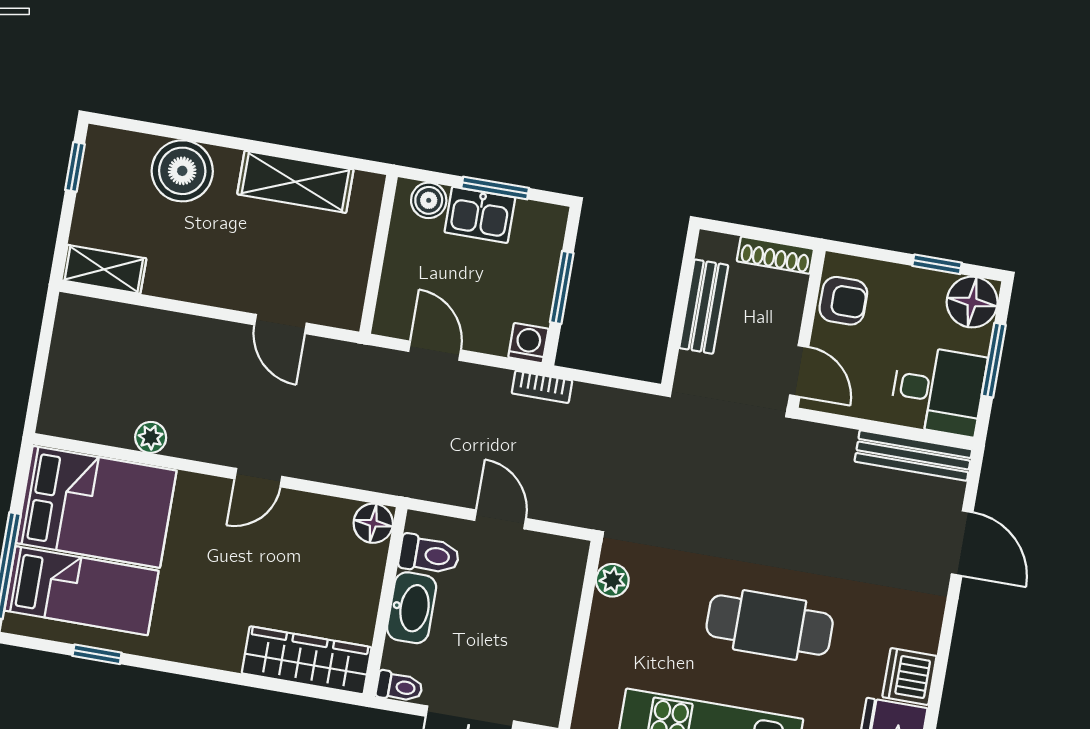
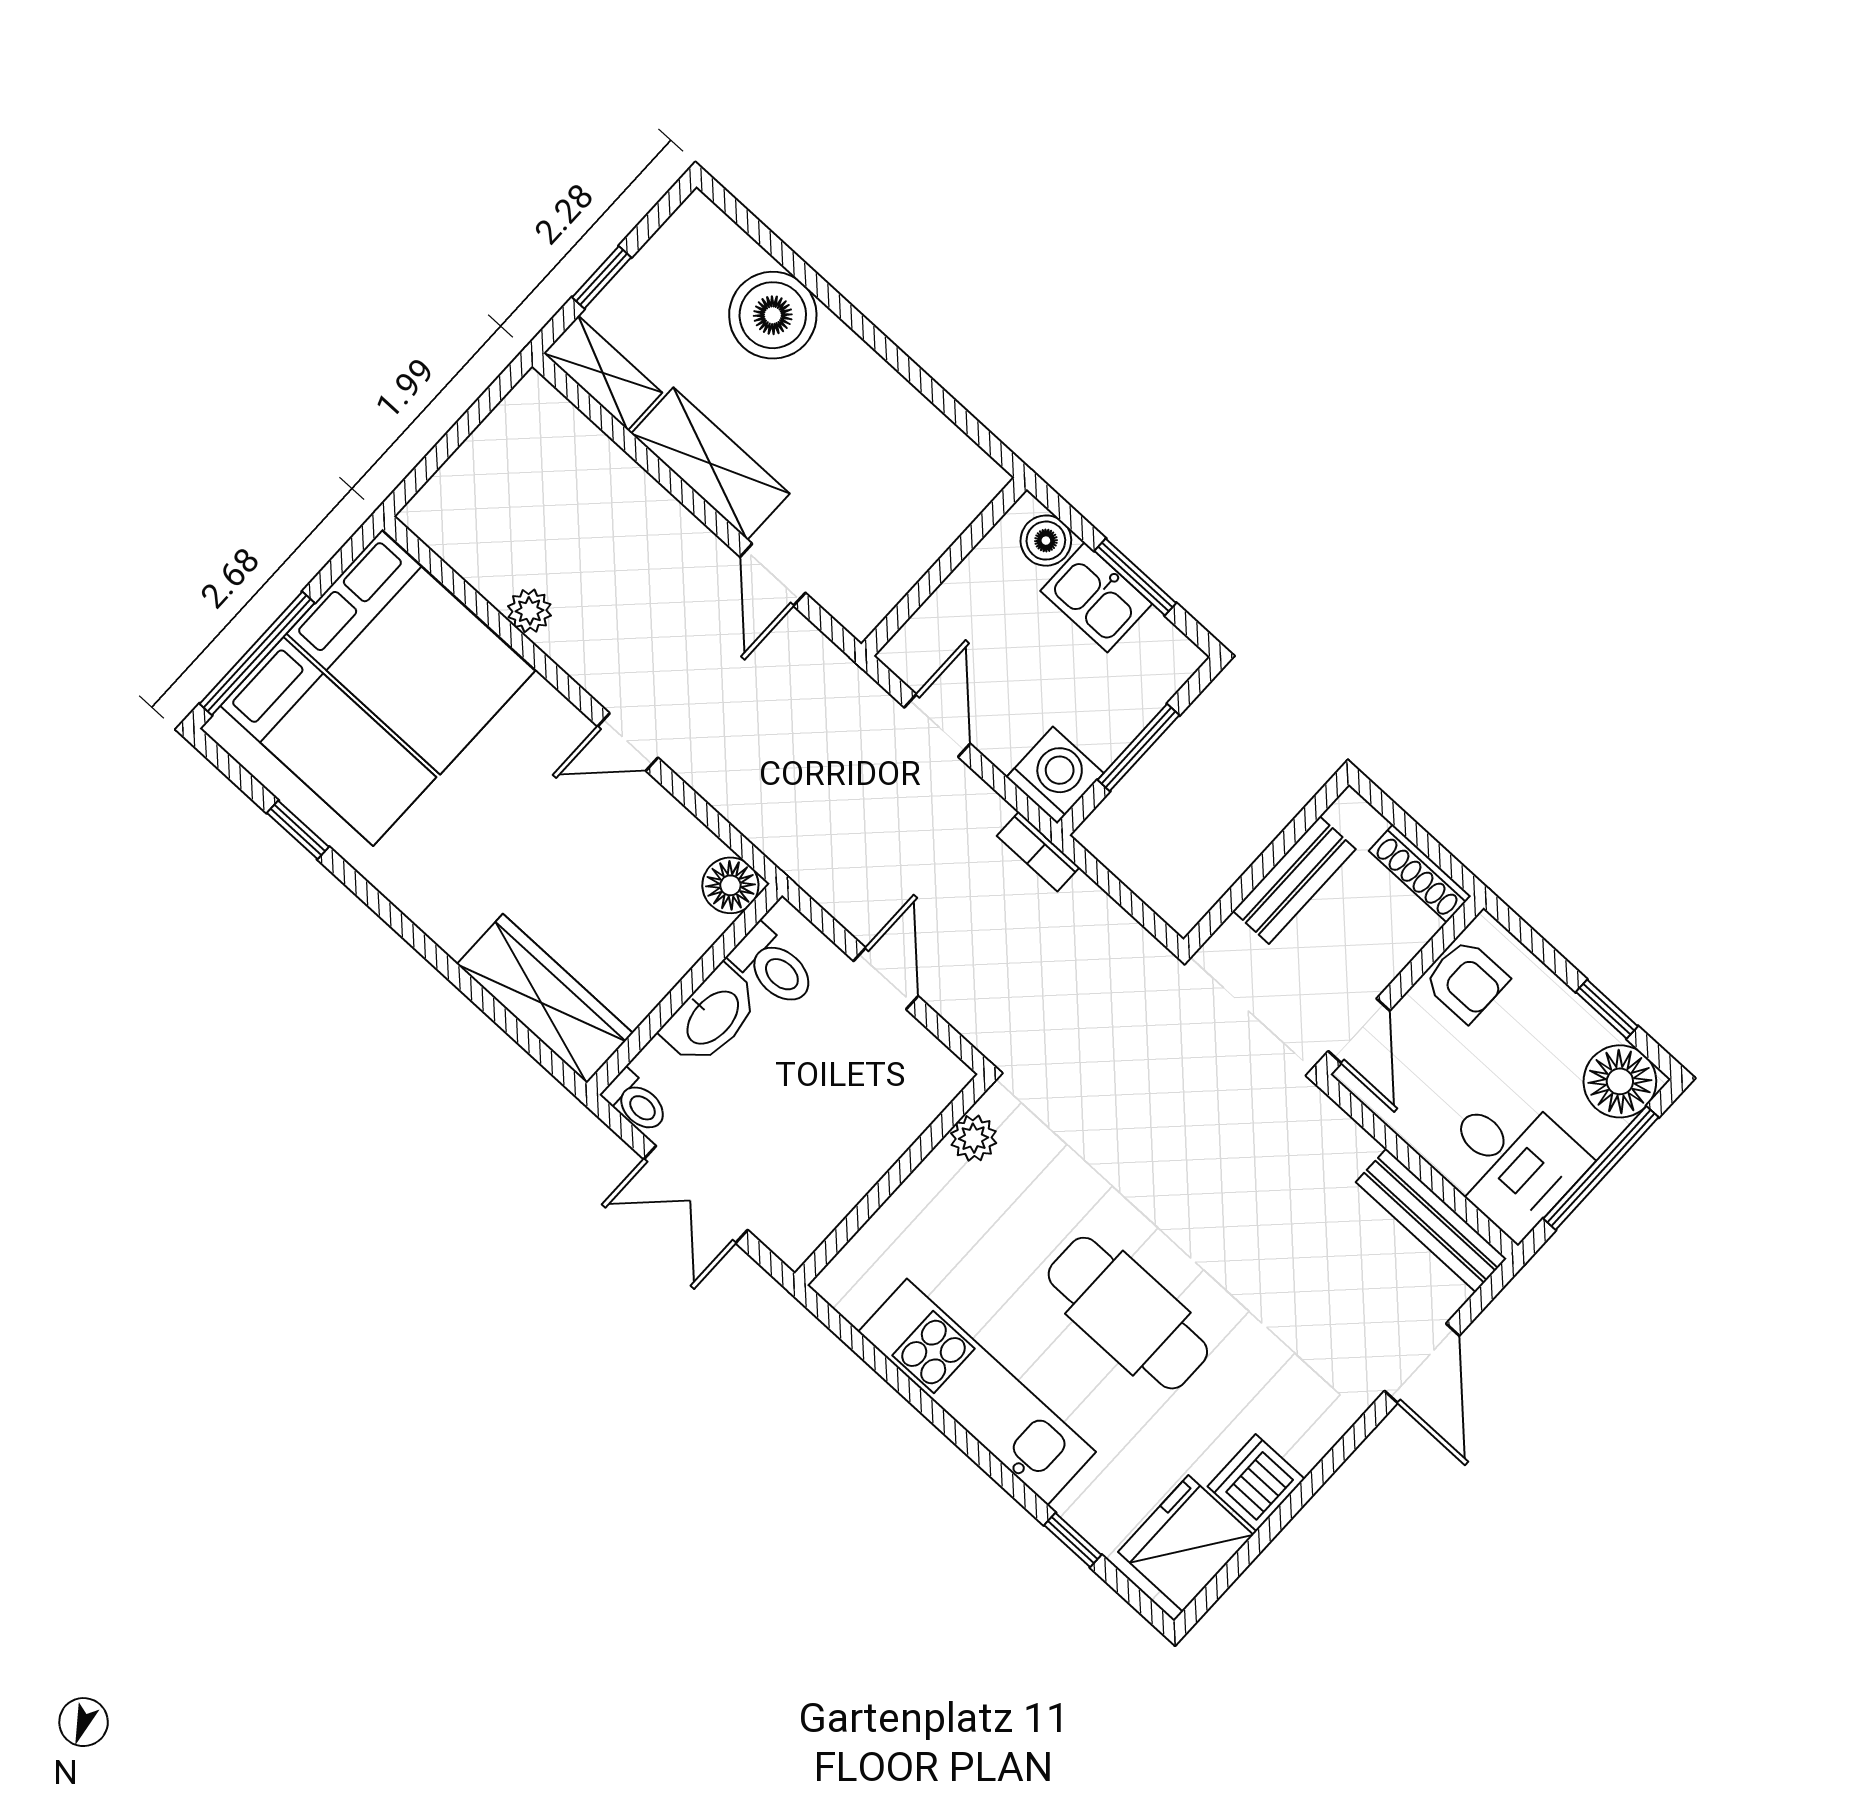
window: (75, 167) -> (602, 277), moved
shelving: (295, 182) -> (710, 464), moved
washing machine: (528, 343) -> (1055, 775), width x1.38, depth x1.38
window: (994, 360) -> (1601, 1168), width x1.44

